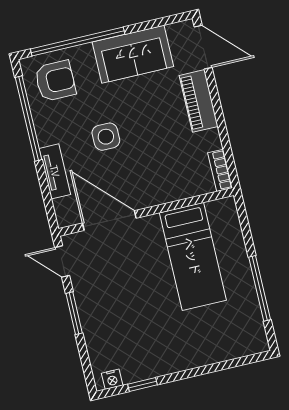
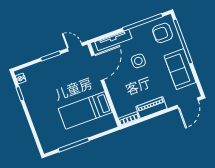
armchair: (55, 81) -> (162, 33), turned 90
piano: (199, 101) -> (151, 108), moved
tv unit: (55, 171) -> (113, 40), width x1.41
door: (62, 261) -> (75, 47), hinge flipped

